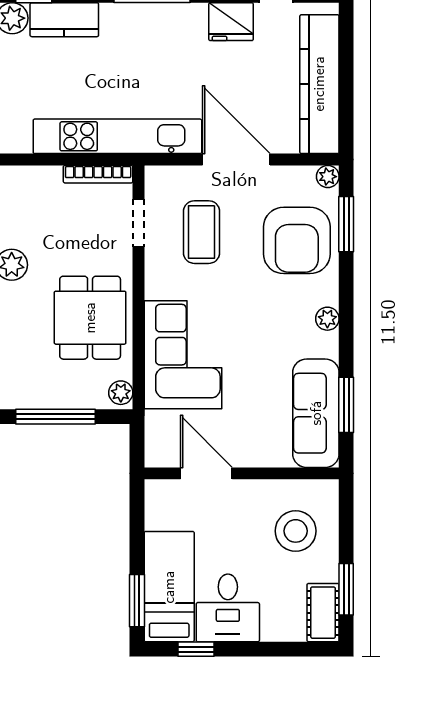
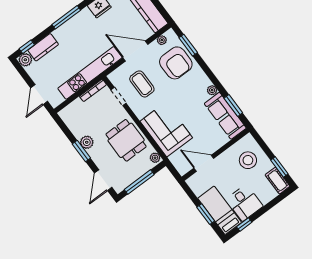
plant: (328, 177) -> (162, 40), moved
plant: (327, 319) -> (212, 90), moved
window: (137, 601) -> (206, 214), moved

